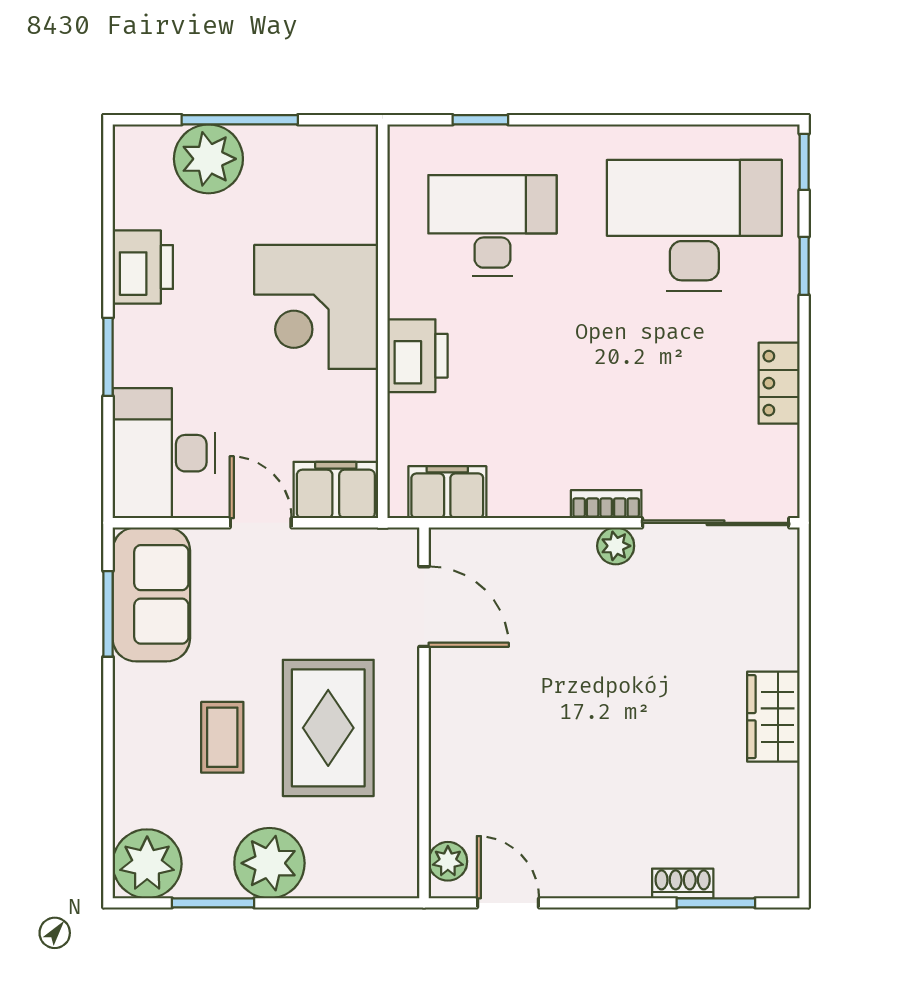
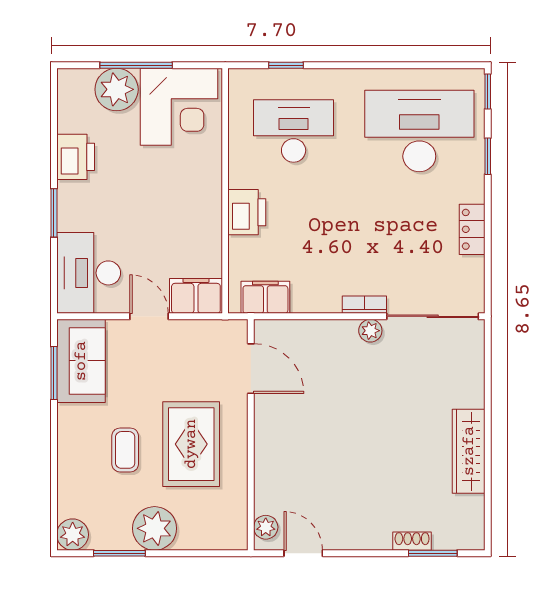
corner desk: (316, 307) -> (179, 107), moved, turned -90
wardrobe: (773, 717) -> (469, 451), width x1.50
plant: (147, 864) -> (73, 535), width x0.73, depth x0.73

